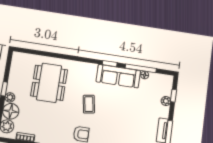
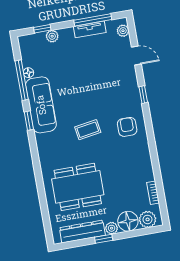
dresser: (15, 75) -> (82, 231), added

